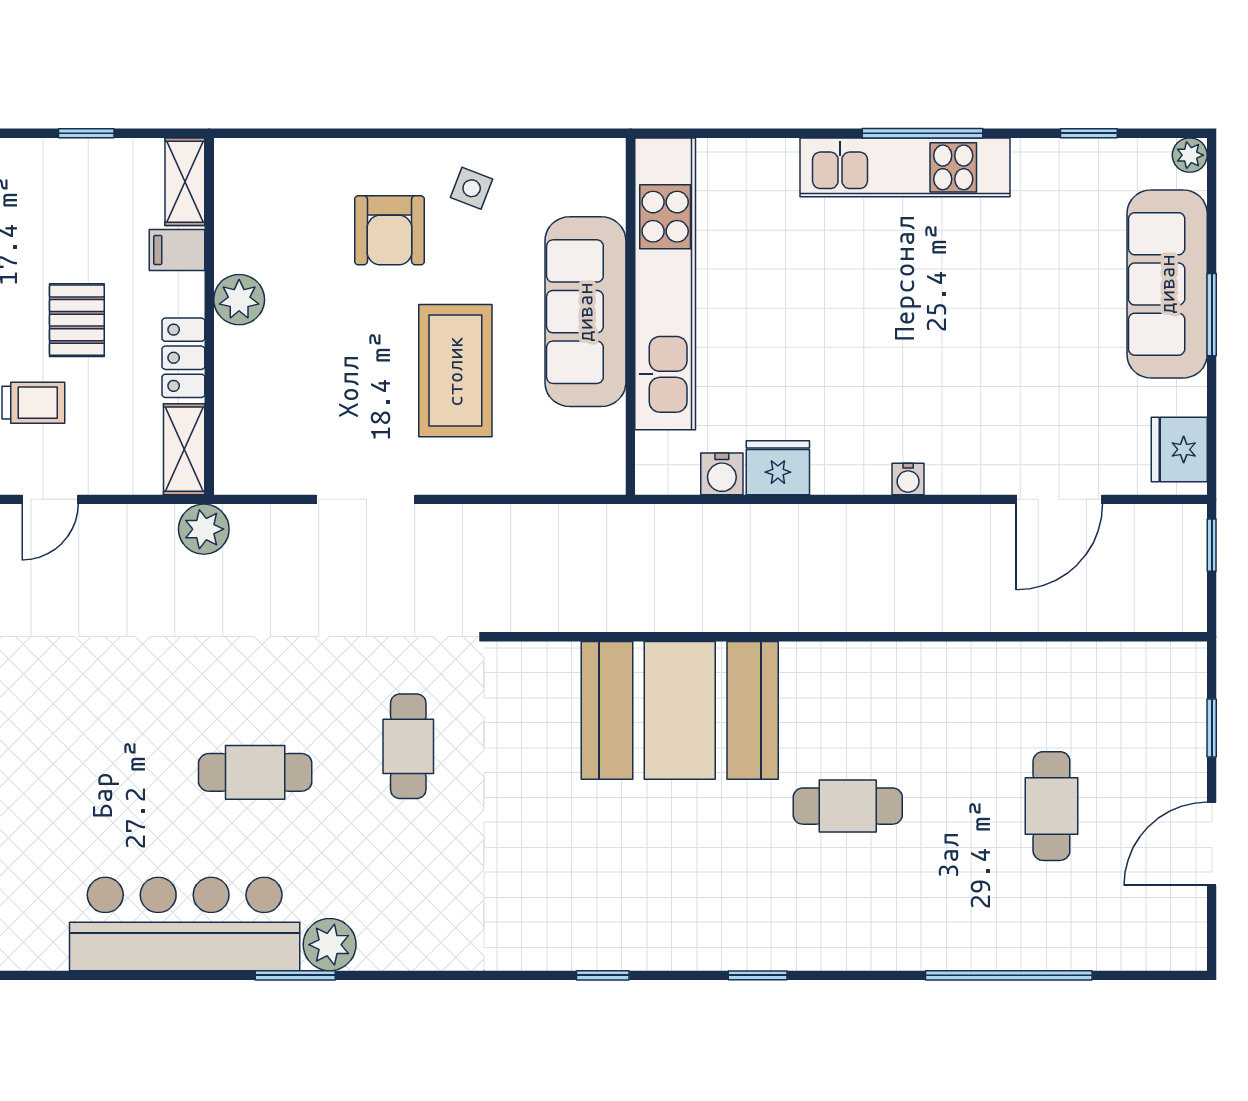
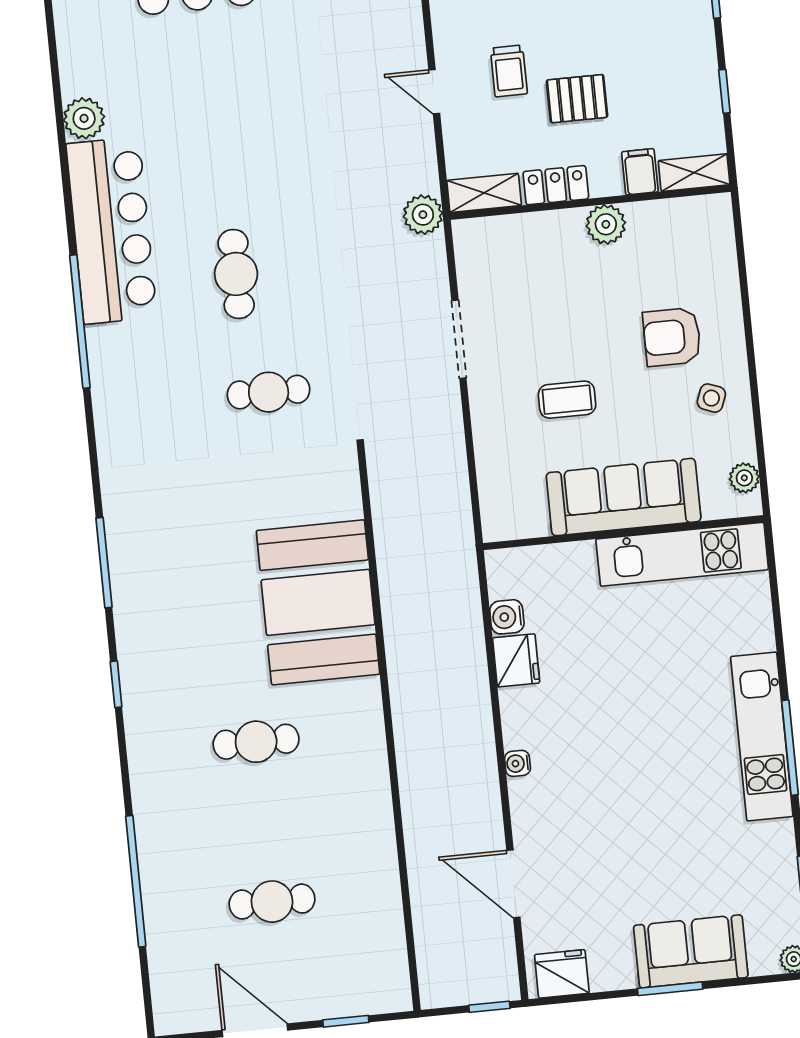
plant: (576, 157) -> (744, 478), added
kitchen unit: (665, 284) -> (682, 554), width x0.73
sofa: (1167, 284) -> (691, 951), width x0.73
coffee table: (455, 371) -> (567, 400), width x0.54, depth x0.58
cafe table: (848, 806) -> (256, 742), turned 90
plant: (330, 945) -> (84, 118), moved
window: (295, 975) -> (80, 321), width x2.11
window: (603, 975) -> (104, 563), width x2.17

